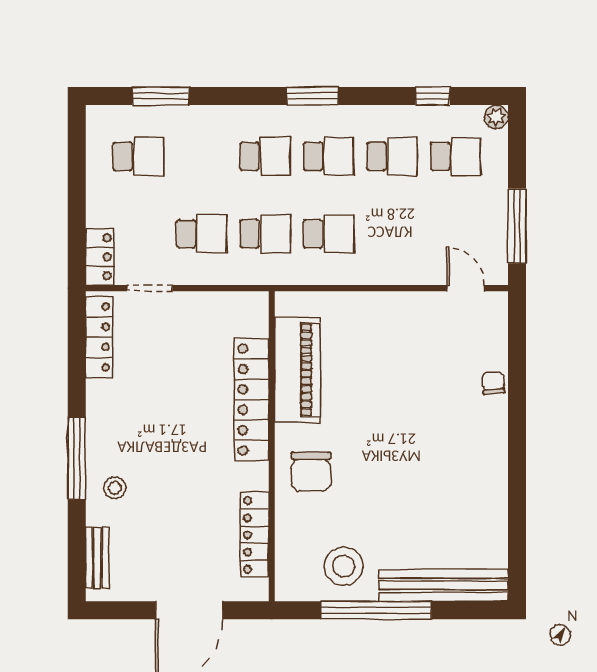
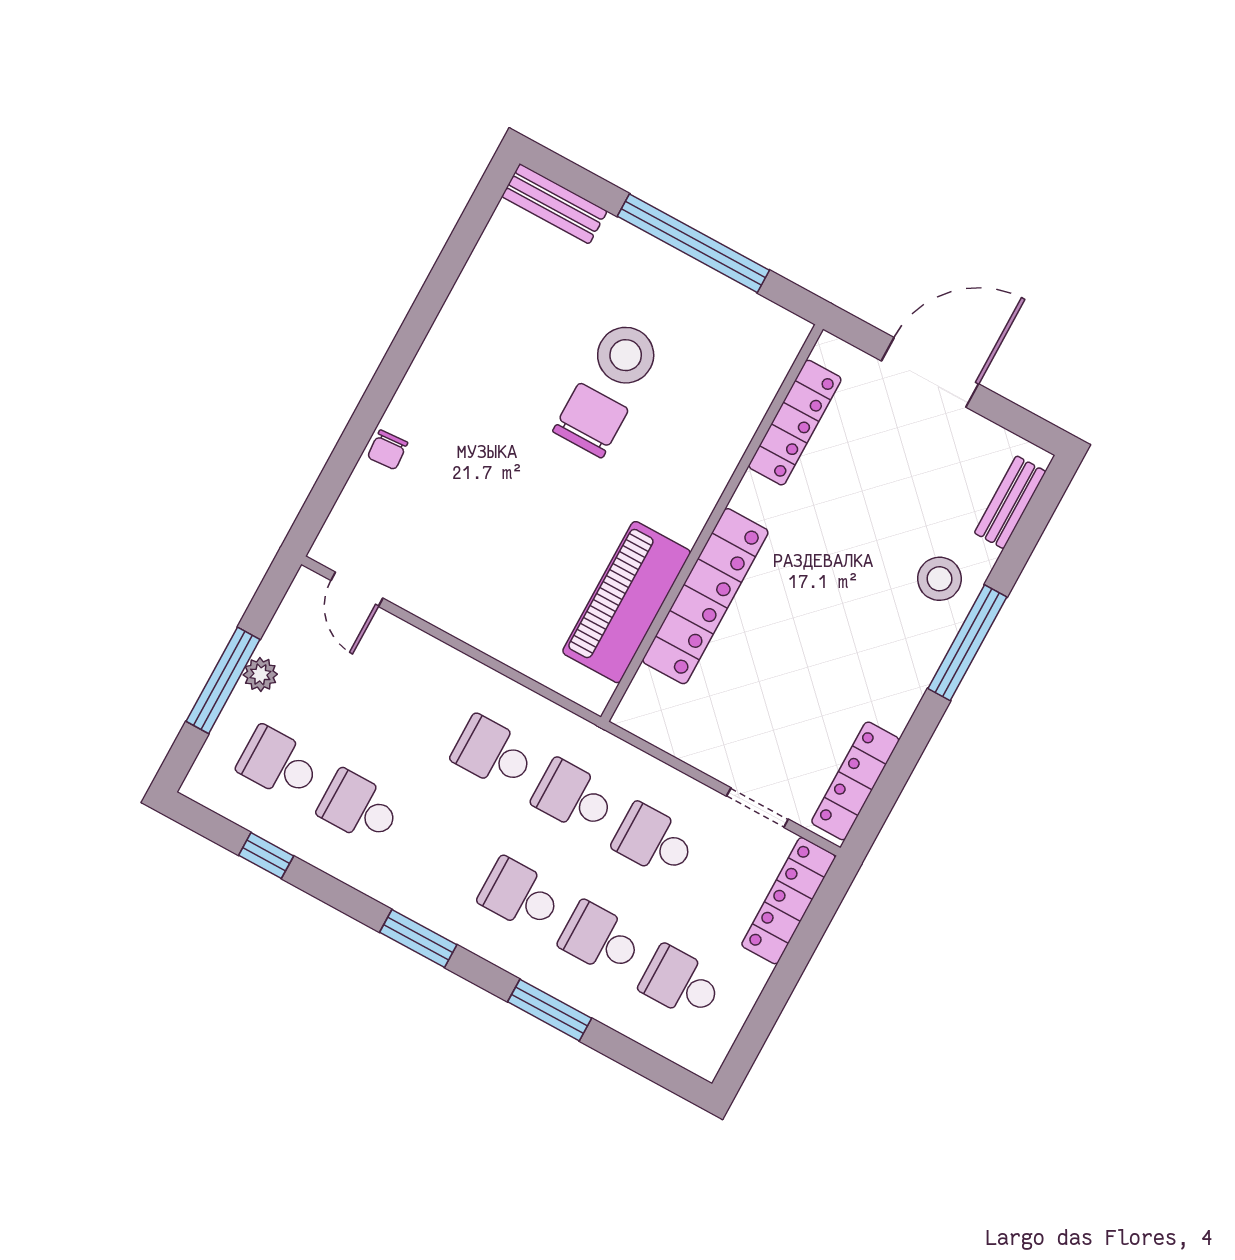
window: (160, 96) -> (550, 1010), moved
plant: (496, 117) -> (260, 674), moved
school desk: (329, 156) -> (601, 939), moved
window: (517, 226) -> (223, 680), moved
locker: (100, 257) -> (788, 901), width x1.53
chair: (311, 471) -> (591, 420), moved
stool: (115, 488) -> (939, 579), width x1.37, depth x1.37
stool: (344, 566) -> (626, 355), moved
bench: (444, 585) -> (554, 204), width x0.54, depth x0.82

